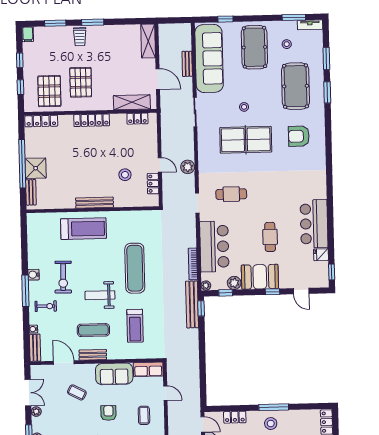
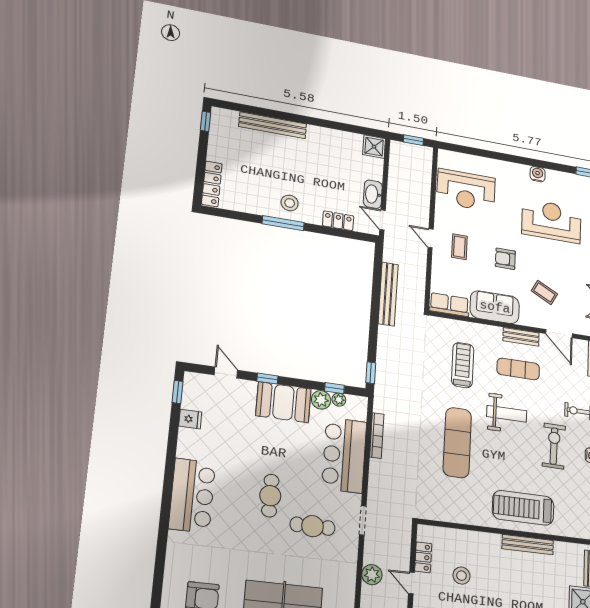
bench: (95, 203) -> (528, 545), moved
bar counter: (314, 224) -> (192, 496), moved
cafe table: (270, 237) -> (270, 496), moved
plant: (206, 286) -> (339, 400), moved
bench: (192, 304) -> (388, 294), moved
door: (165, 393) -> (431, 238), moved
armchair: (108, 413) -> (505, 259), turned 90

